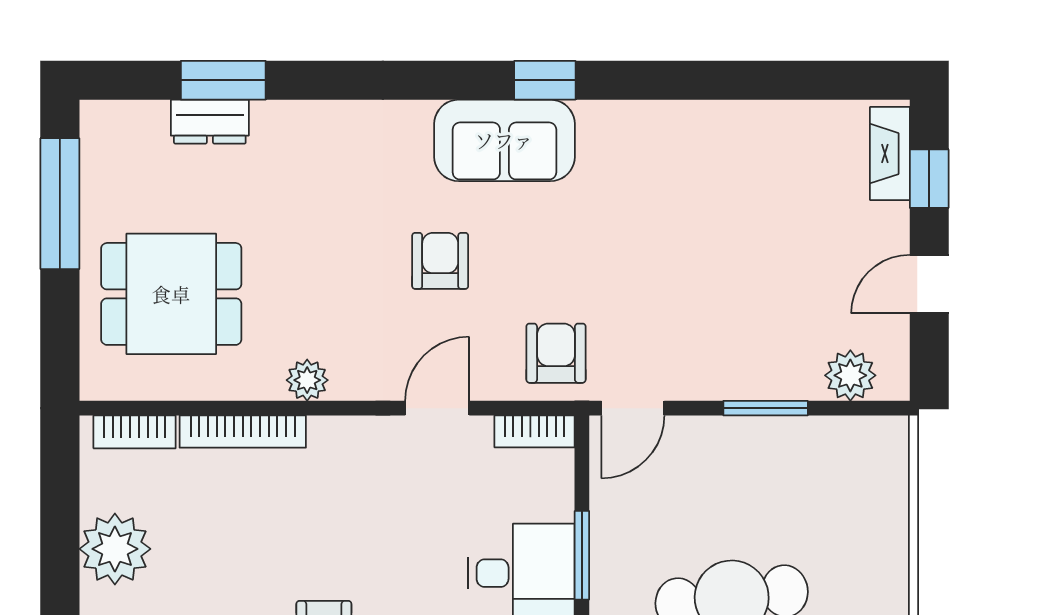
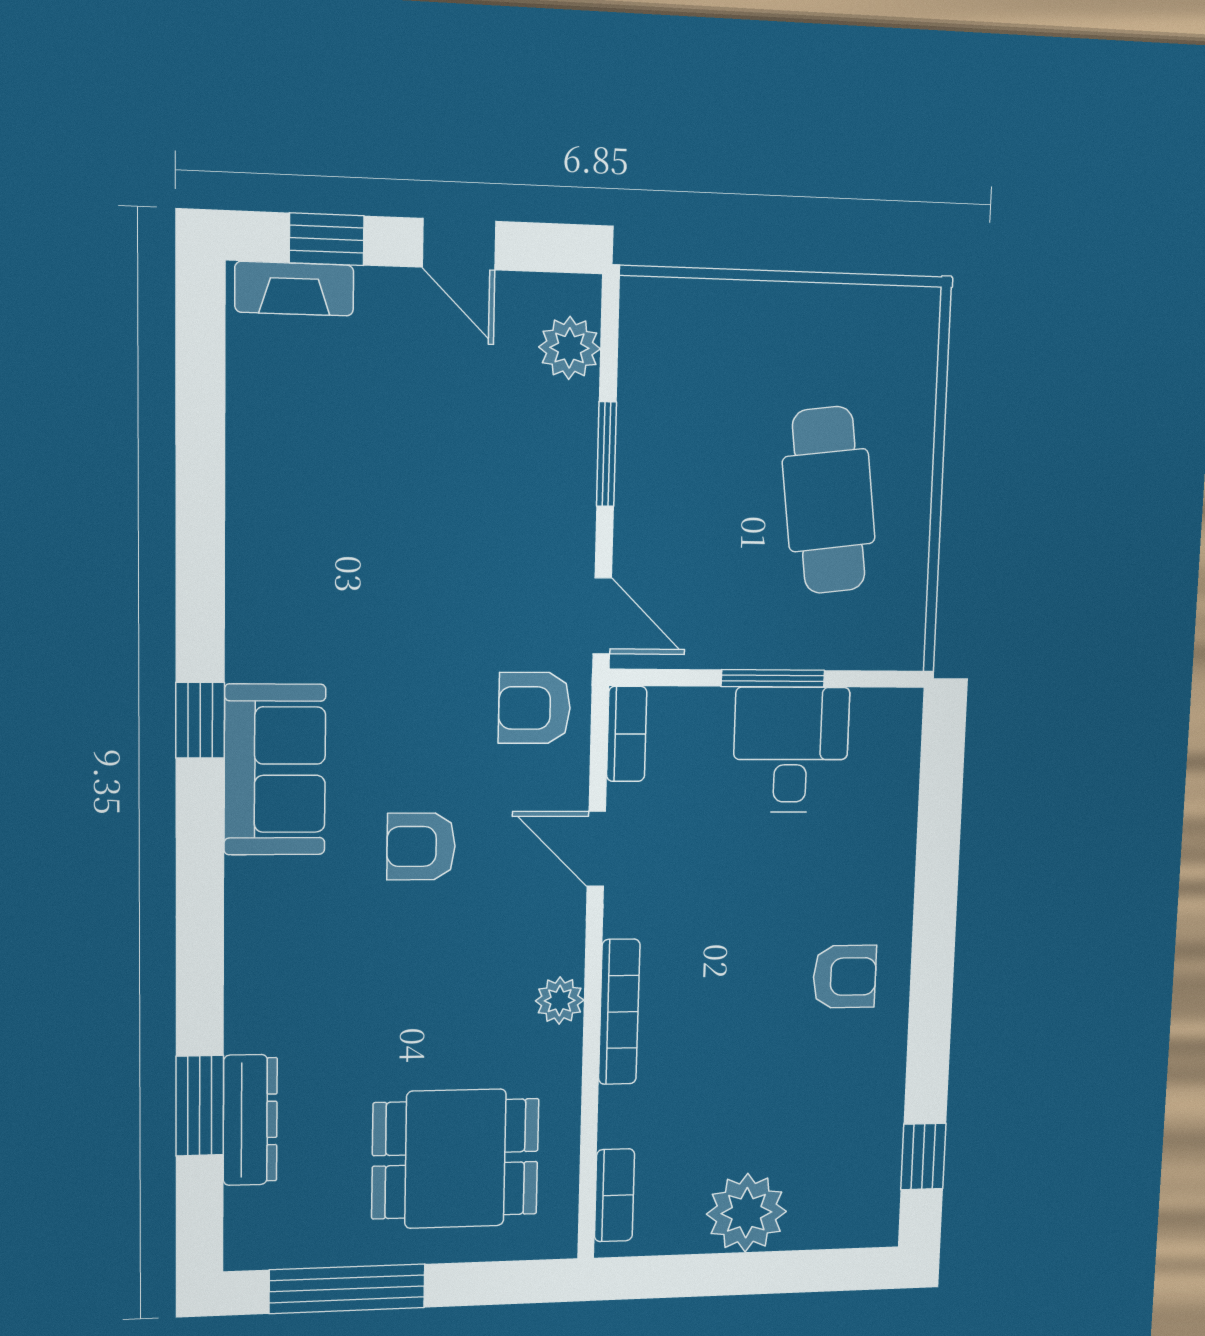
dresser: (210, 122) -> (250, 1120), width x1.44
dining table: (171, 294) -> (455, 1159), turned 90
bookcase: (243, 432) -> (619, 1012), moved

